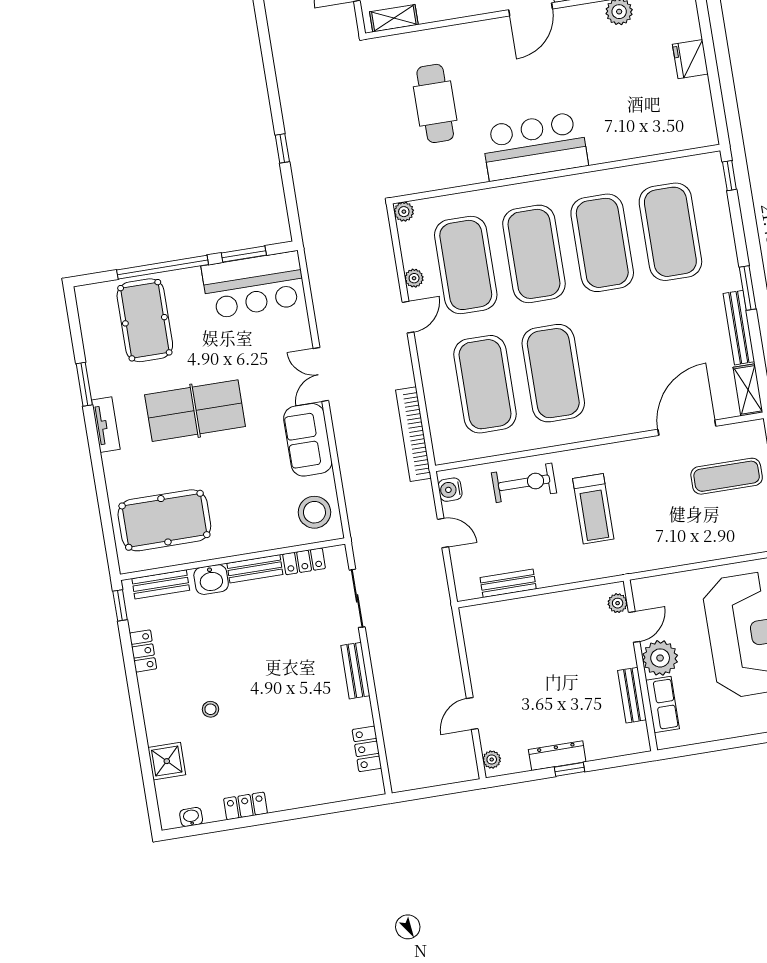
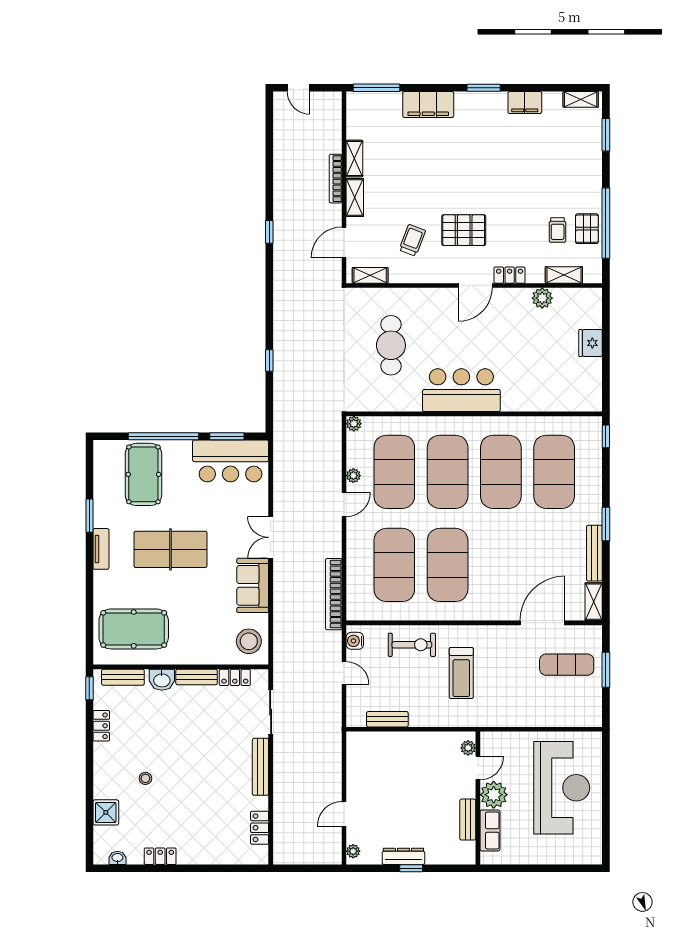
bench: (355, 671) -> (260, 767), width x1.36

